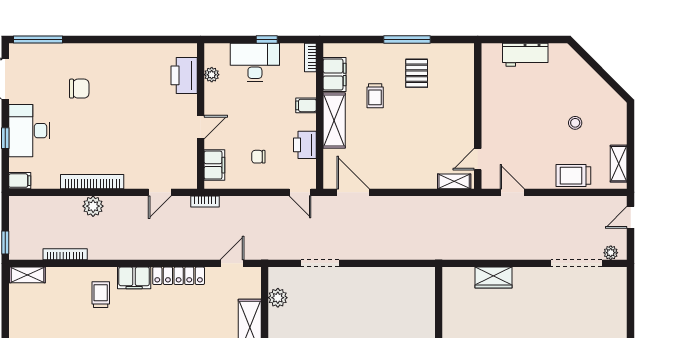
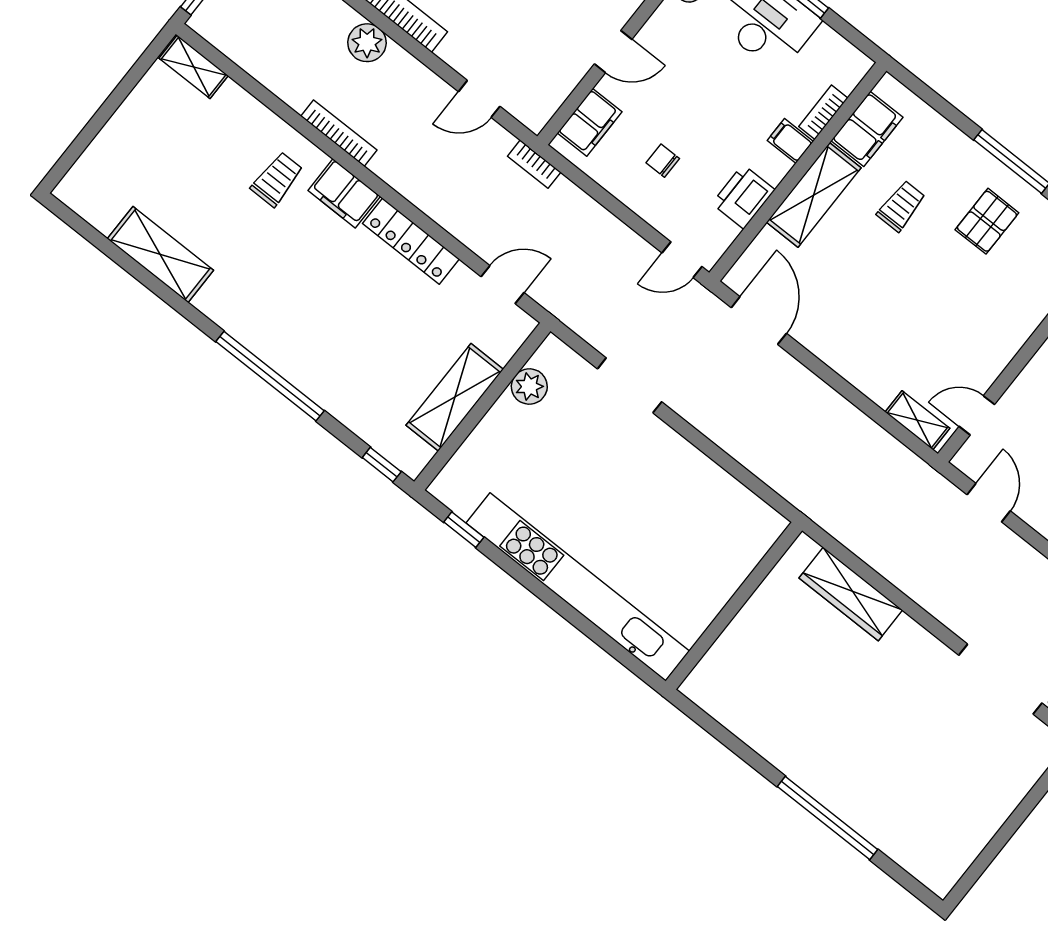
bookcase: (310, 57) -> (823, 112), moved
trolley: (375, 96) -> (901, 206), turned 180
door: (300, 192) -> (682, 260), hinge flipped
bookcase: (65, 254) -> (339, 133), moved
wardrobe: (494, 278) -> (851, 594), width x1.50

